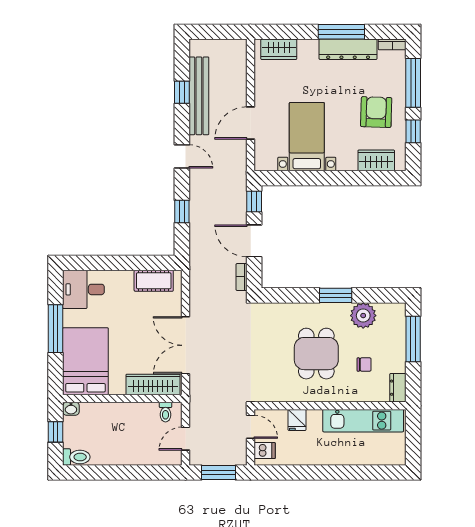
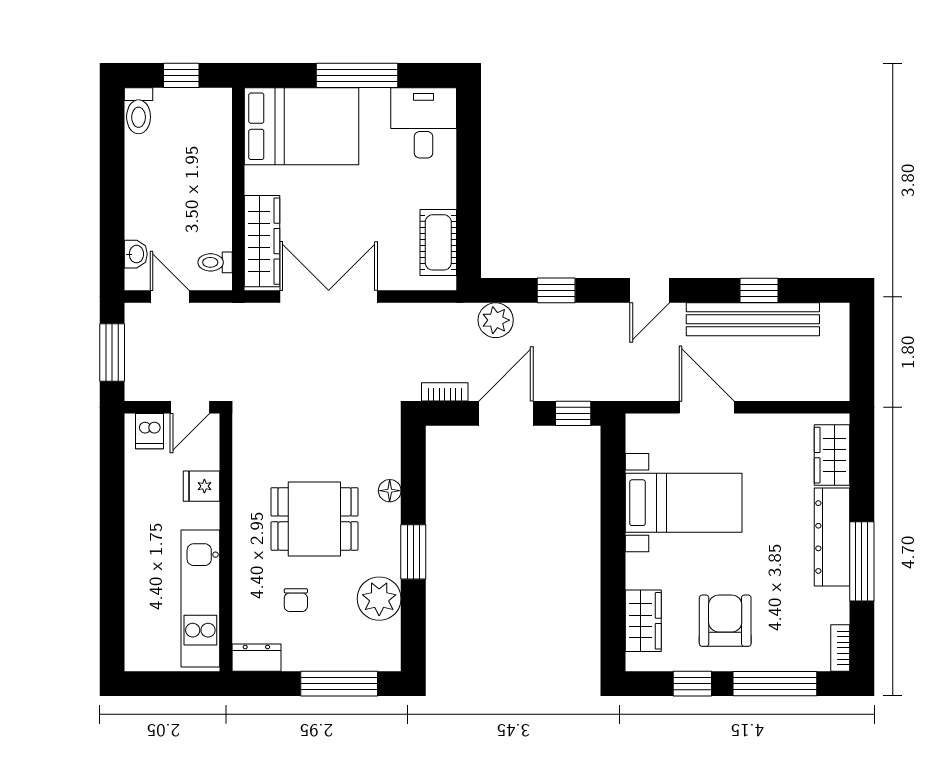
dresser: (348, 49) -> (832, 537), moved
armchair: (376, 112) -> (725, 621), turned -92
plant: (199, 247) -> (496, 320), added
floor lamp: (300, 309) -> (390, 491), added
washbasin: (71, 409) -> (136, 254), moved, turned 180

